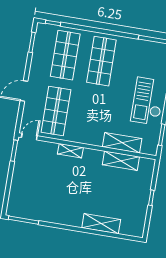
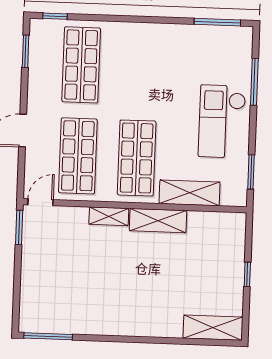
shop shelf: (101, 61) -> (137, 158), moved
shelving: (121, 161) -> (158, 221), moved
shelving: (101, 224) -> (213, 328), moved

